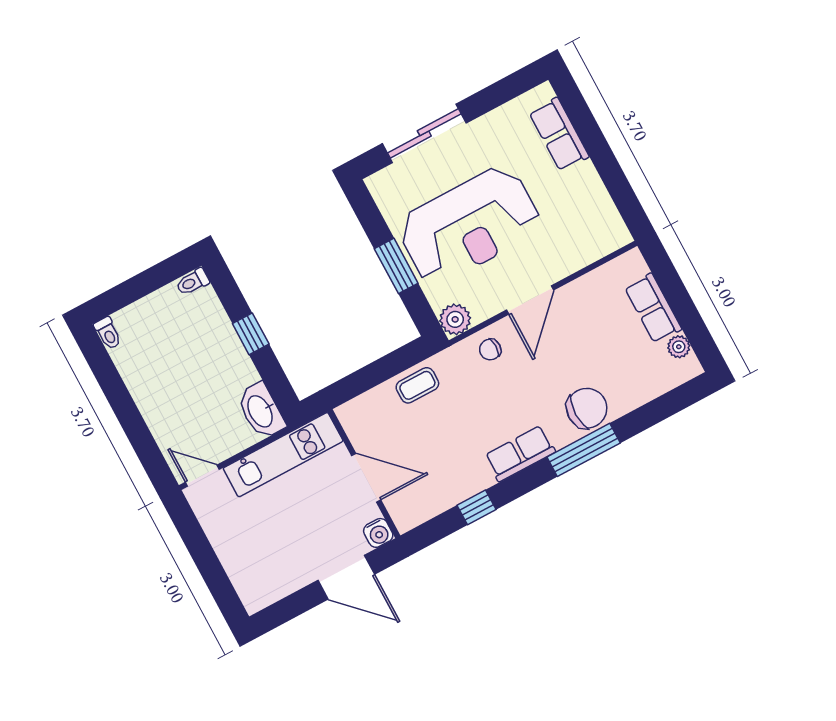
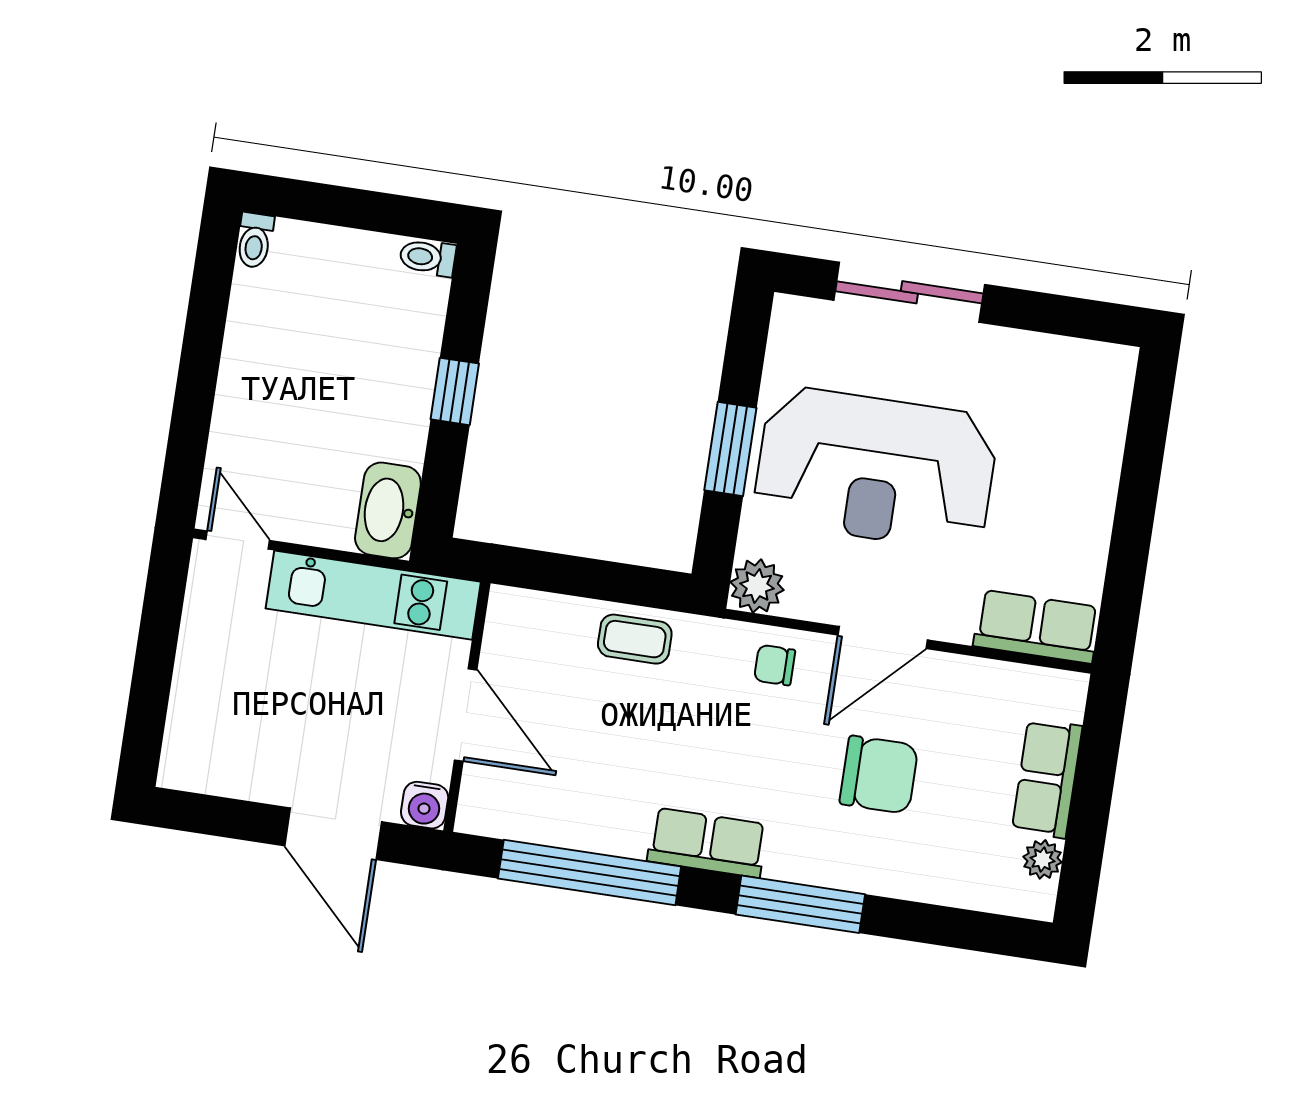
row of seats: (559, 134) -> (1037, 627), moved, turned 90
chair: (587, 408) -> (879, 775), moved
window: (477, 507) -> (590, 872), width x3.17

